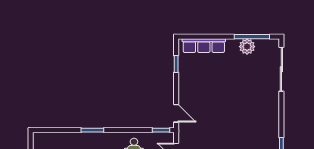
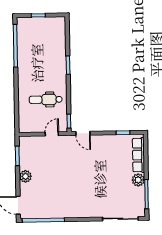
plant: (247, 47) -> (138, 180), moved
door: (176, 113) -> (83, 133), hinge flipped

